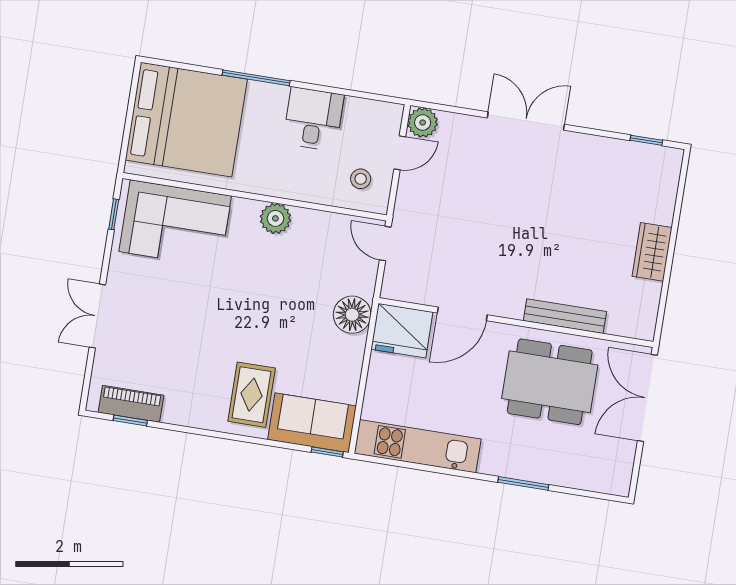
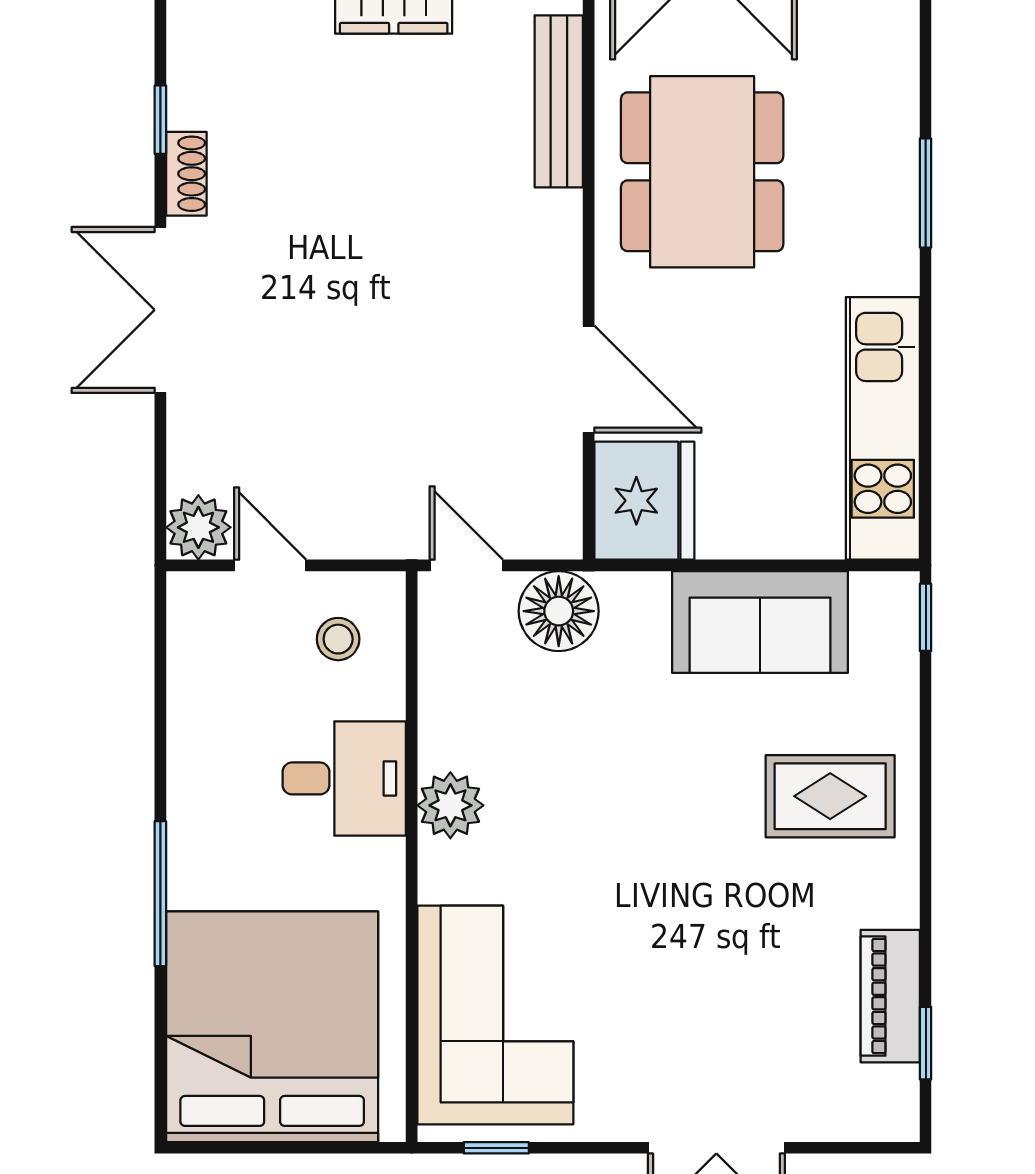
desk: (313, 119) -> (344, 778), moved, turned 180
window: (646, 140) -> (160, 120), moved
shoe rack: (587, 143) -> (186, 174), added
door: (385, 244) -> (466, 565), swing flipped
floor lamp: (352, 315) -> (559, 611), moved
bench: (565, 316) -> (559, 101), moved
piano: (131, 404) -> (890, 996), moved
sofa: (312, 423) -> (760, 622), moved, turned -90

